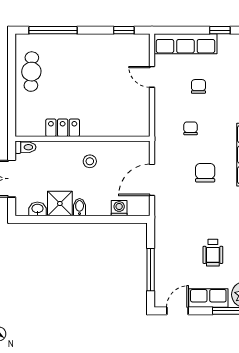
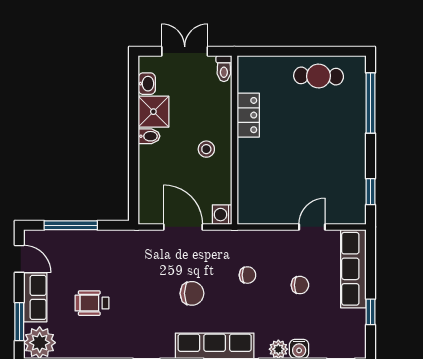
washing machine: (119, 208) -> (222, 215), moved, turned 180

